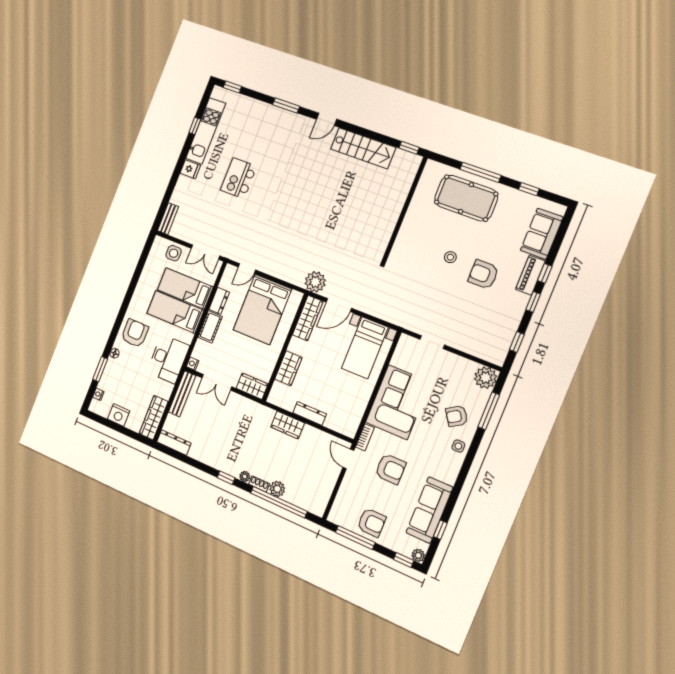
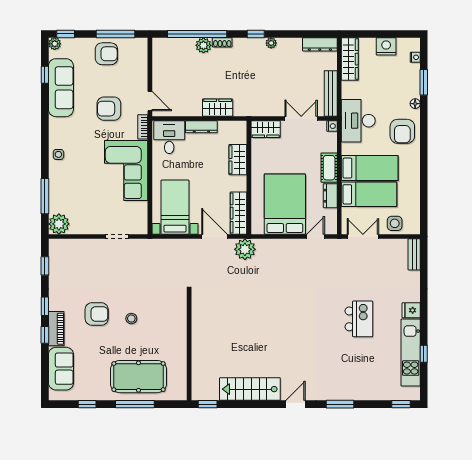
door: (339, 305) -> (214, 237), hinge flipped
armchair: (457, 416) -> (70, 180), removed
desk: (344, 417) -> (169, 137), added
plant: (245, 477) -> (271, 43), moved
armchair: (372, 523) -> (106, 54), turned 180

